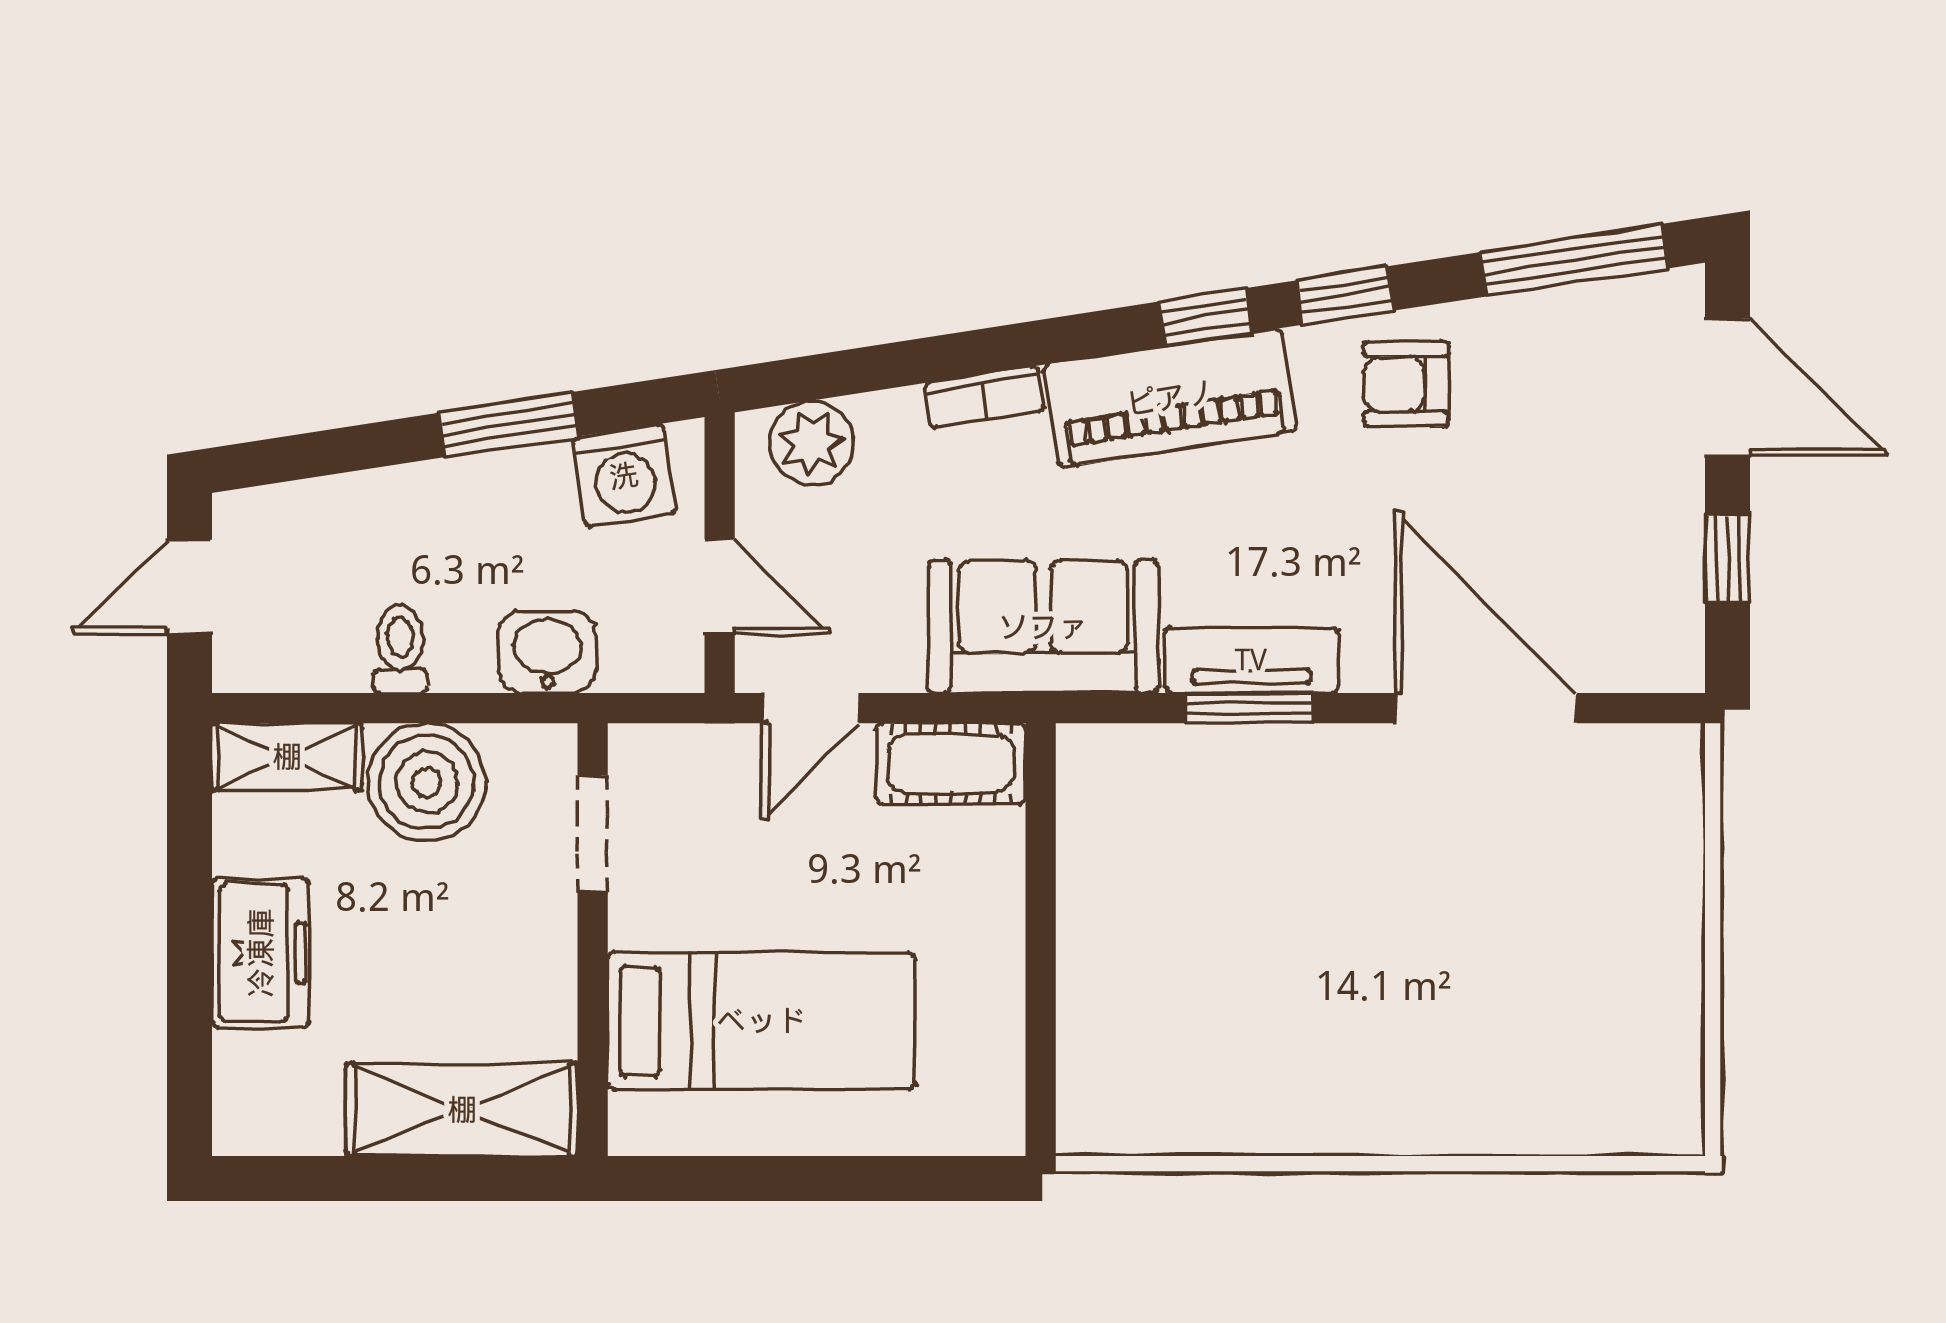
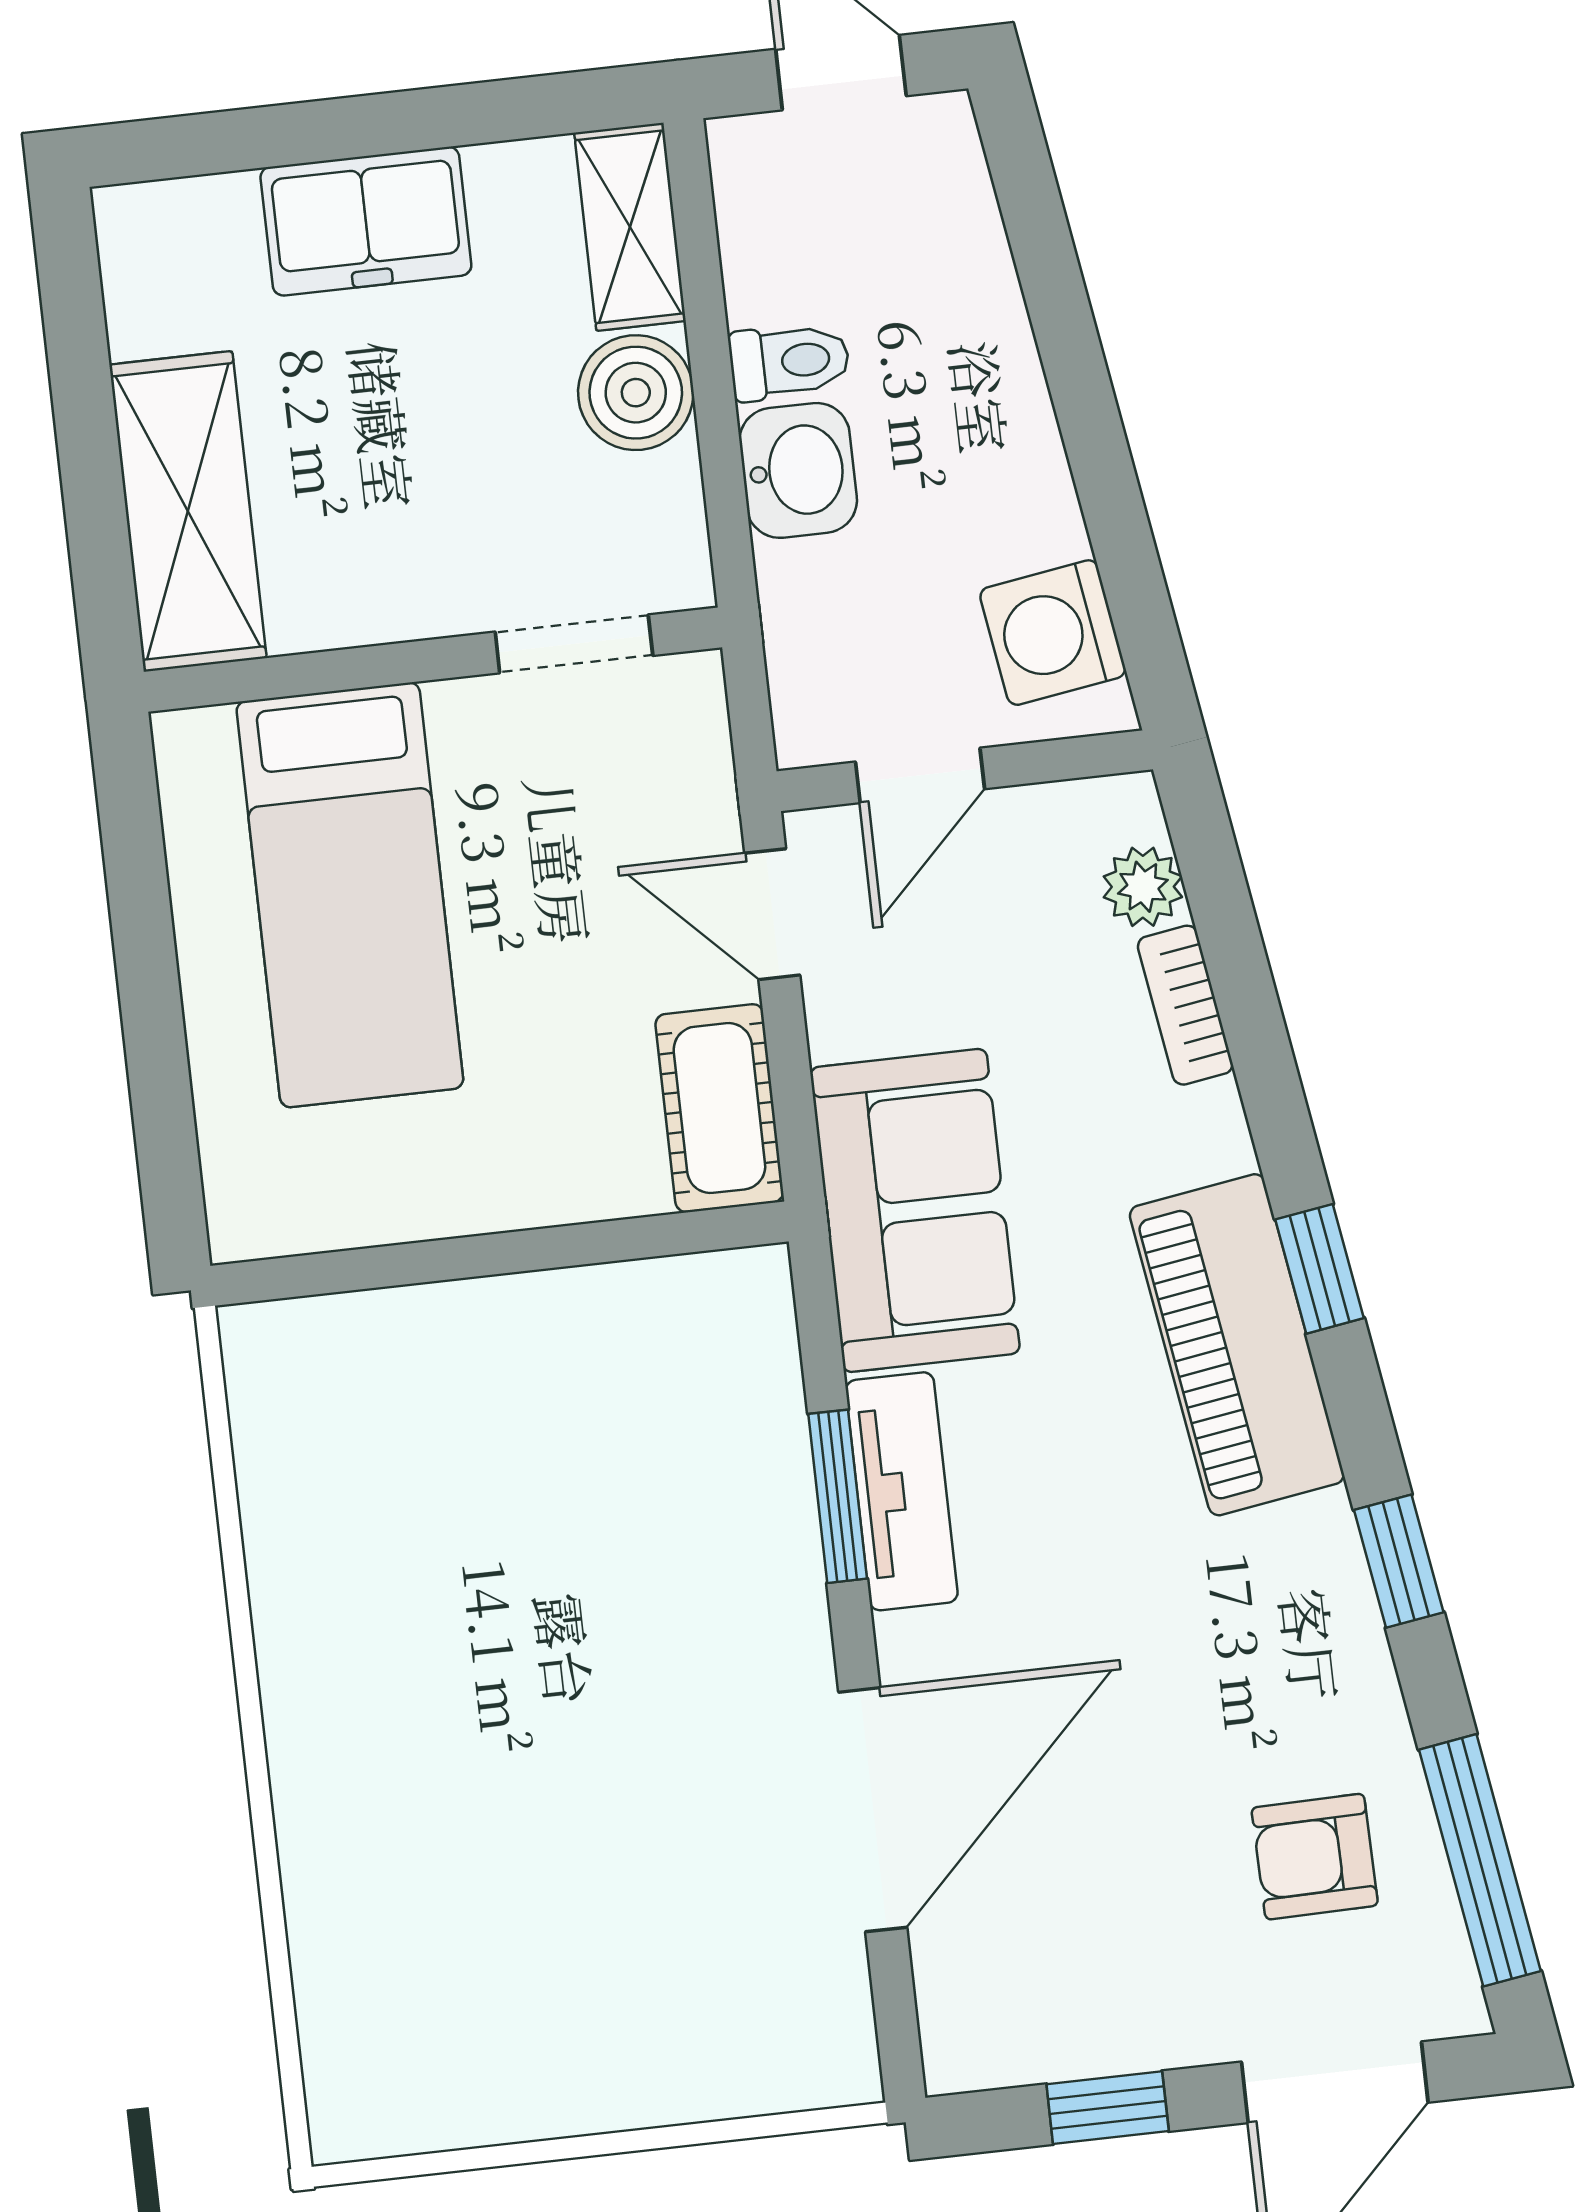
window: (1205, 317) -> (1320, 1269), moved
armchair: (1406, 384) -> (1315, 1857), moved, turned -91
bookcase: (984, 397) -> (1185, 1005), moved
window: (508, 425) -> (1103, 471), removed
plant: (812, 443) -> (1143, 887), width x0.73, depth x0.73
washbasin: (547, 652) -> (798, 470), moved
boiler: (427, 782) -> (636, 393), width x0.73, depth x0.73

